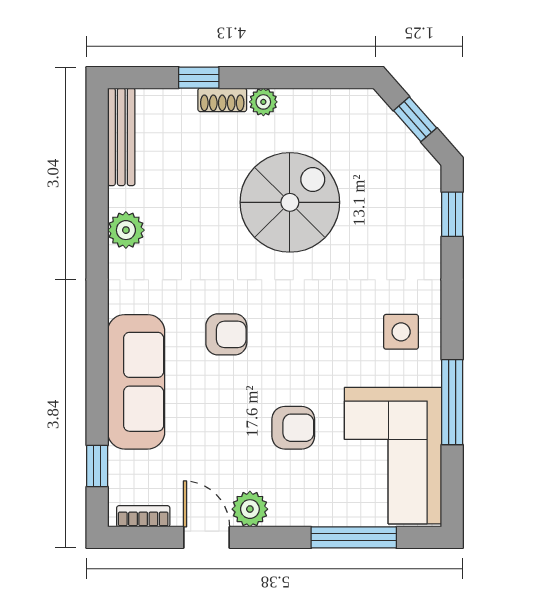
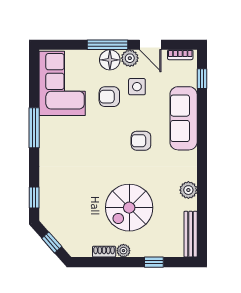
shoe rack: (222, 100) -> (104, 252), moved
spiral stairs: (290, 202) -> (129, 208), moved
side table: (401, 332) -> (137, 87), moved
window: (452, 402) -> (34, 128), moved
floor lamp: (292, 505) -> (110, 60), added
window: (354, 537) -> (107, 45), moved

